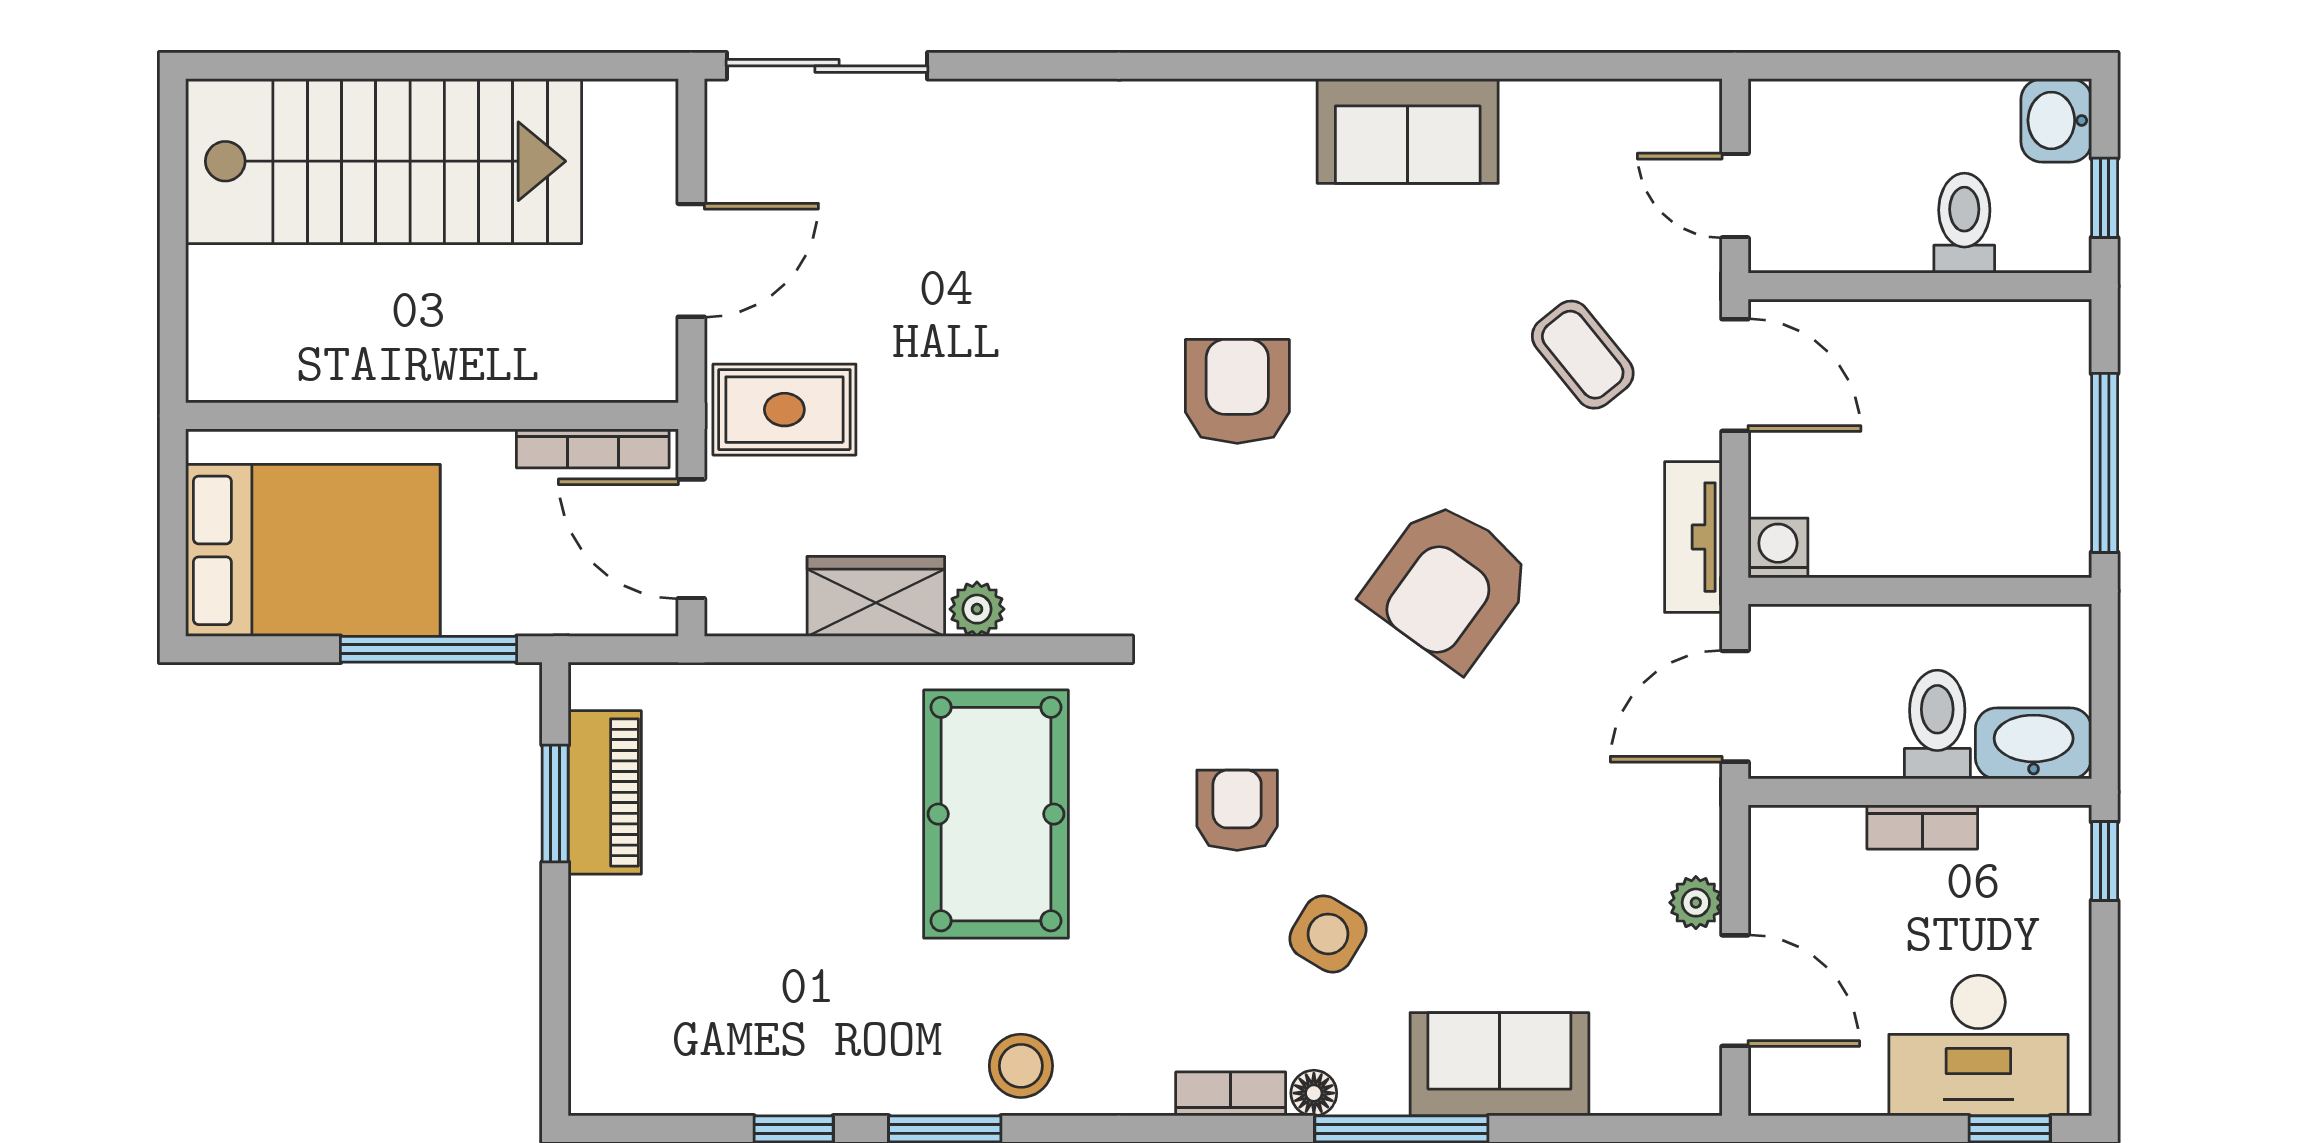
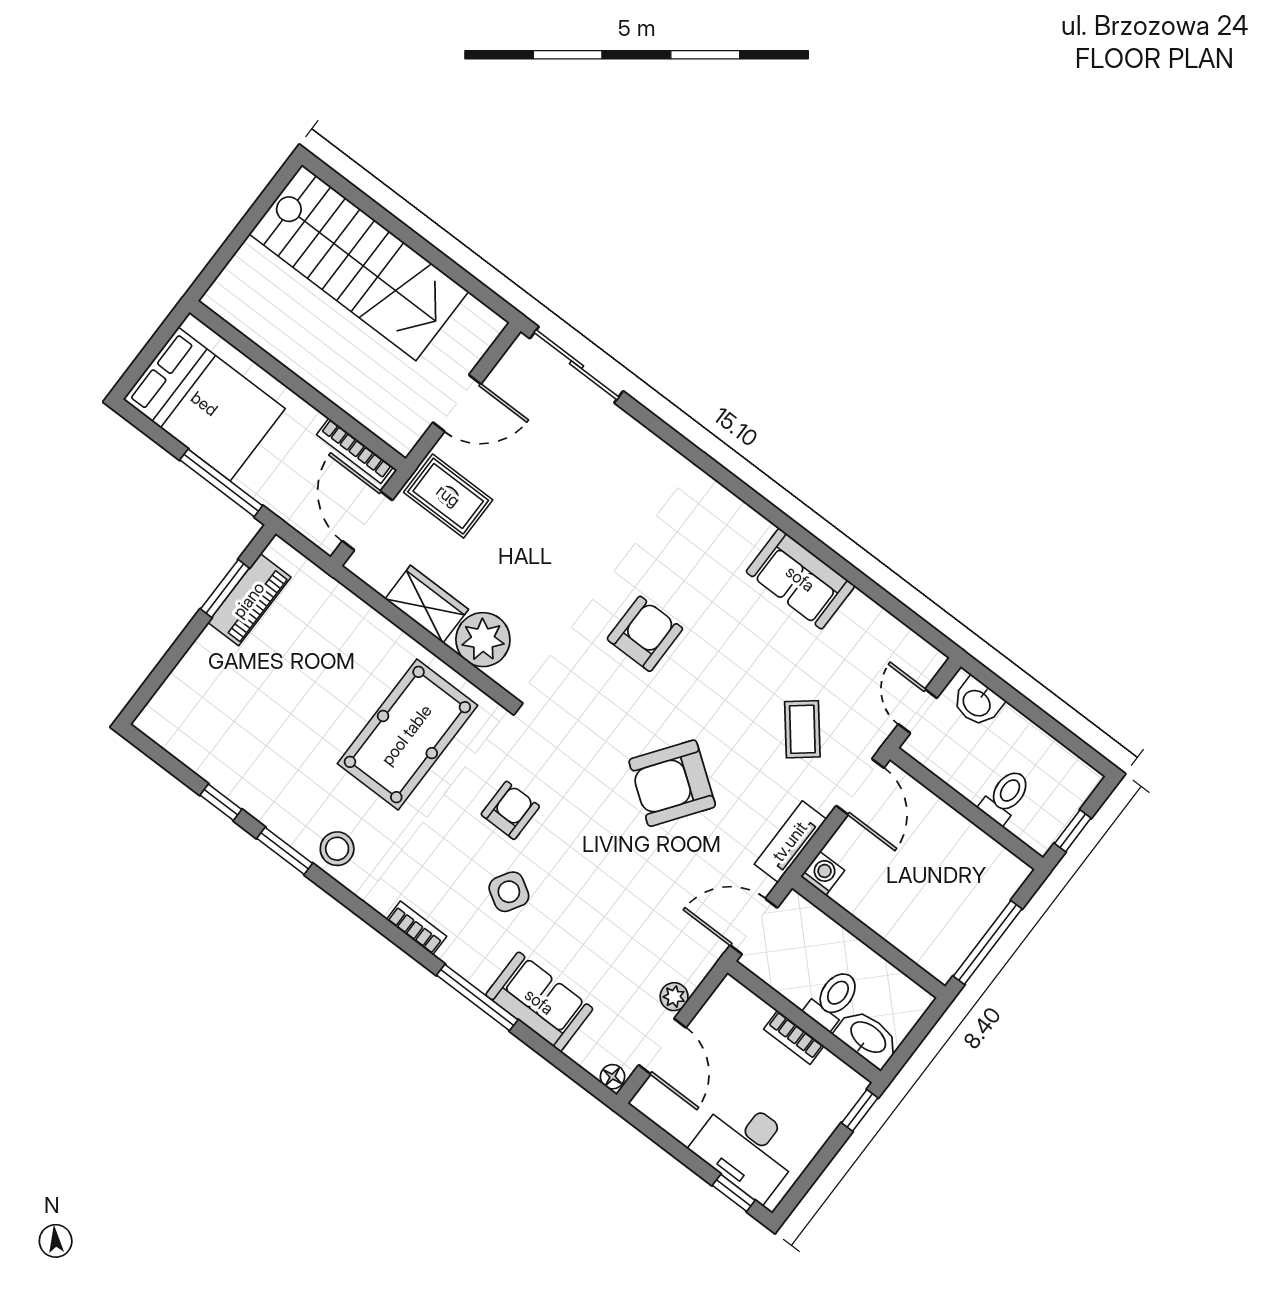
washbasin: (2056, 120) -> (977, 702), moved, turned -90
plant: (977, 609) -> (483, 640), width x1.88, depth x1.88
floor lamp: (1314, 1093) -> (612, 1077), moved

